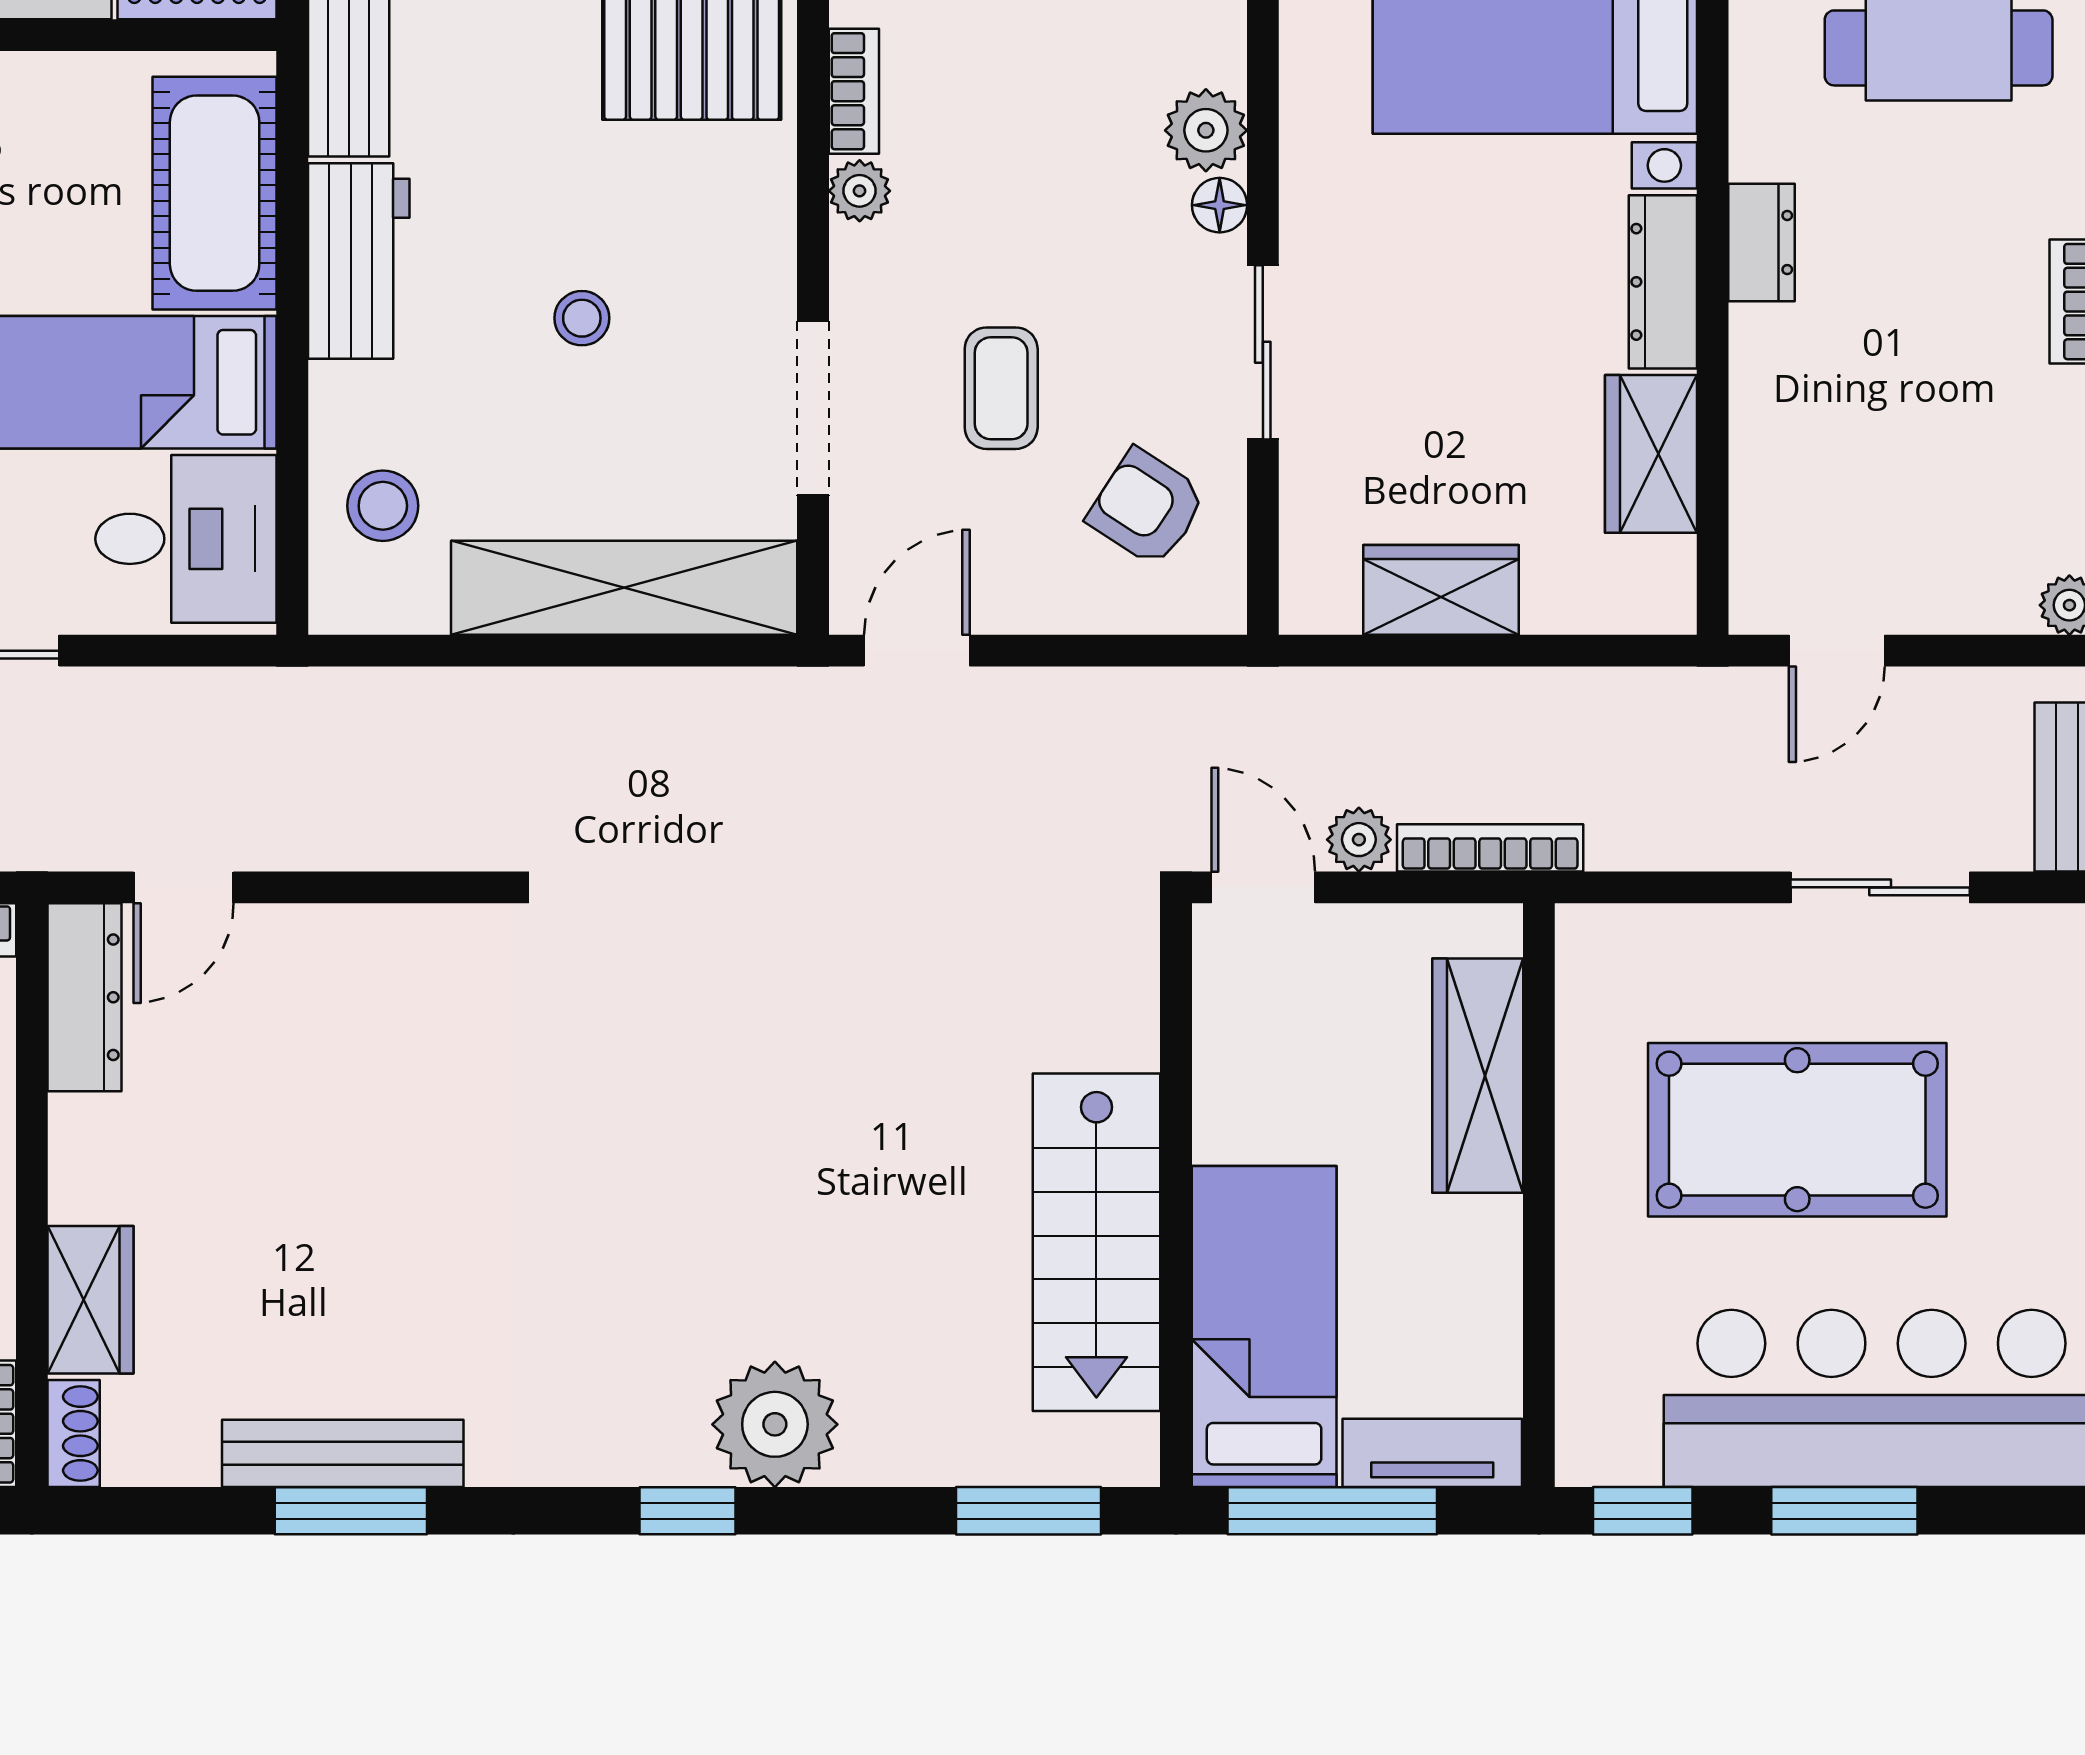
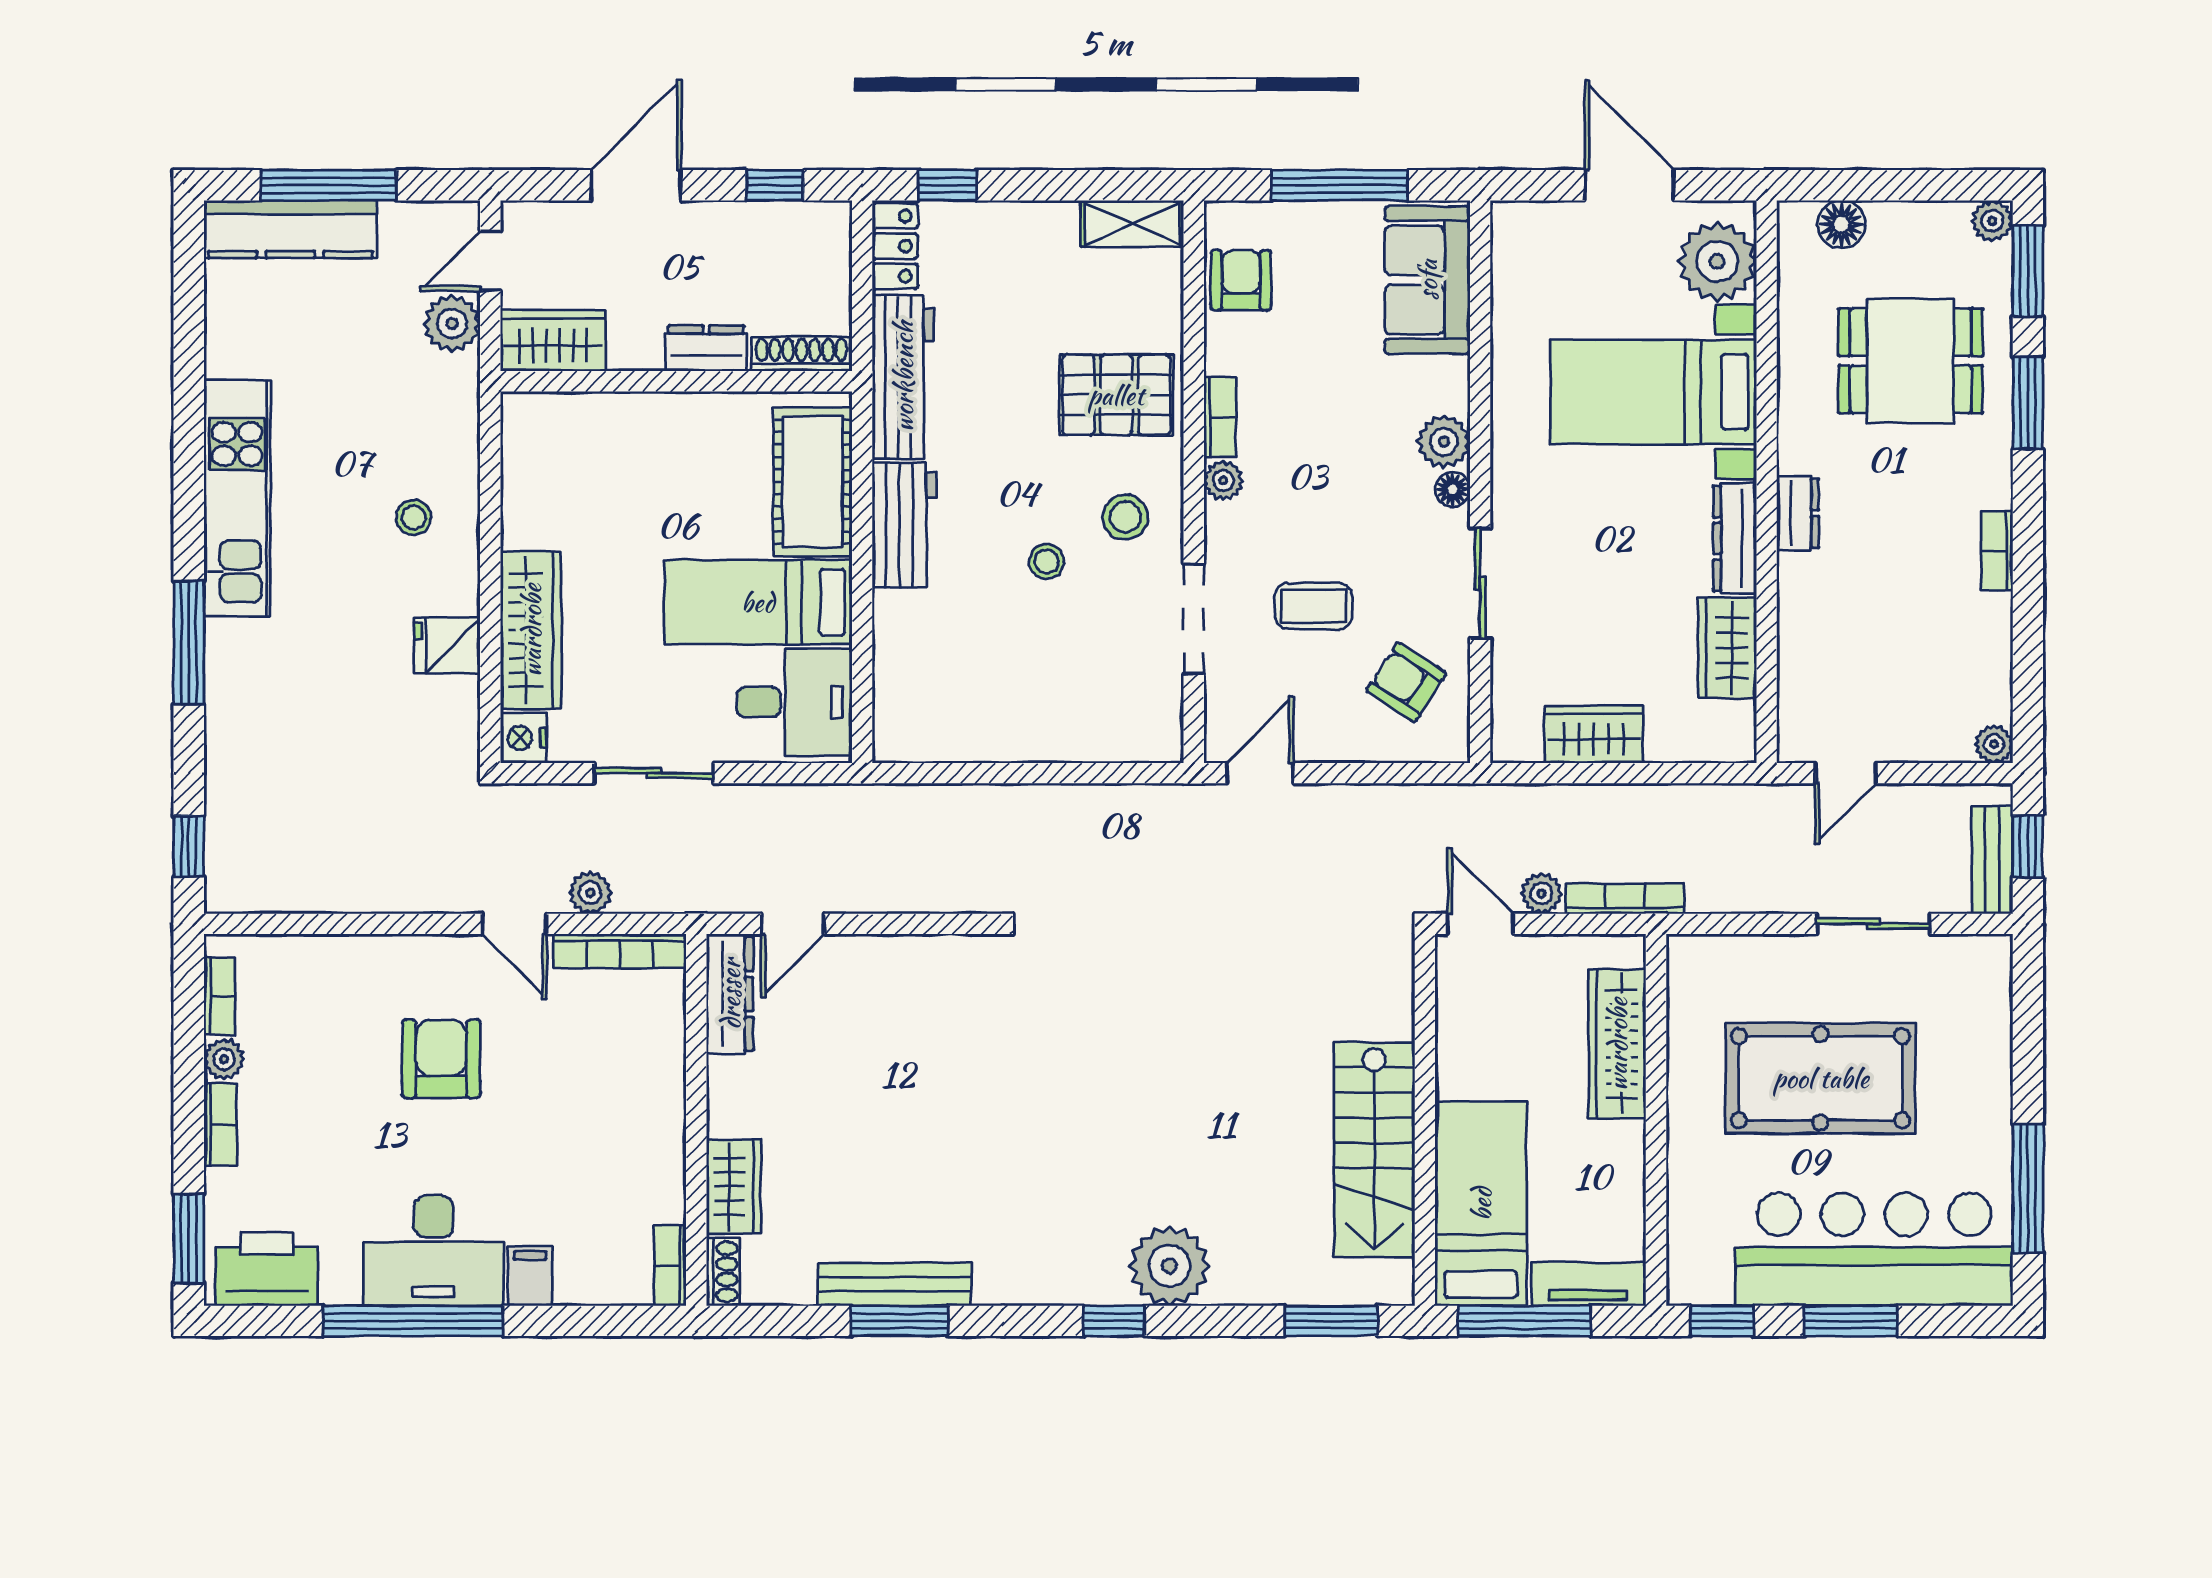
coffee table: (1001, 388) -> (1314, 606), turned 90
stool: (383, 506) -> (1125, 517), moved
shelving: (624, 588) -> (1074, 733), removed

